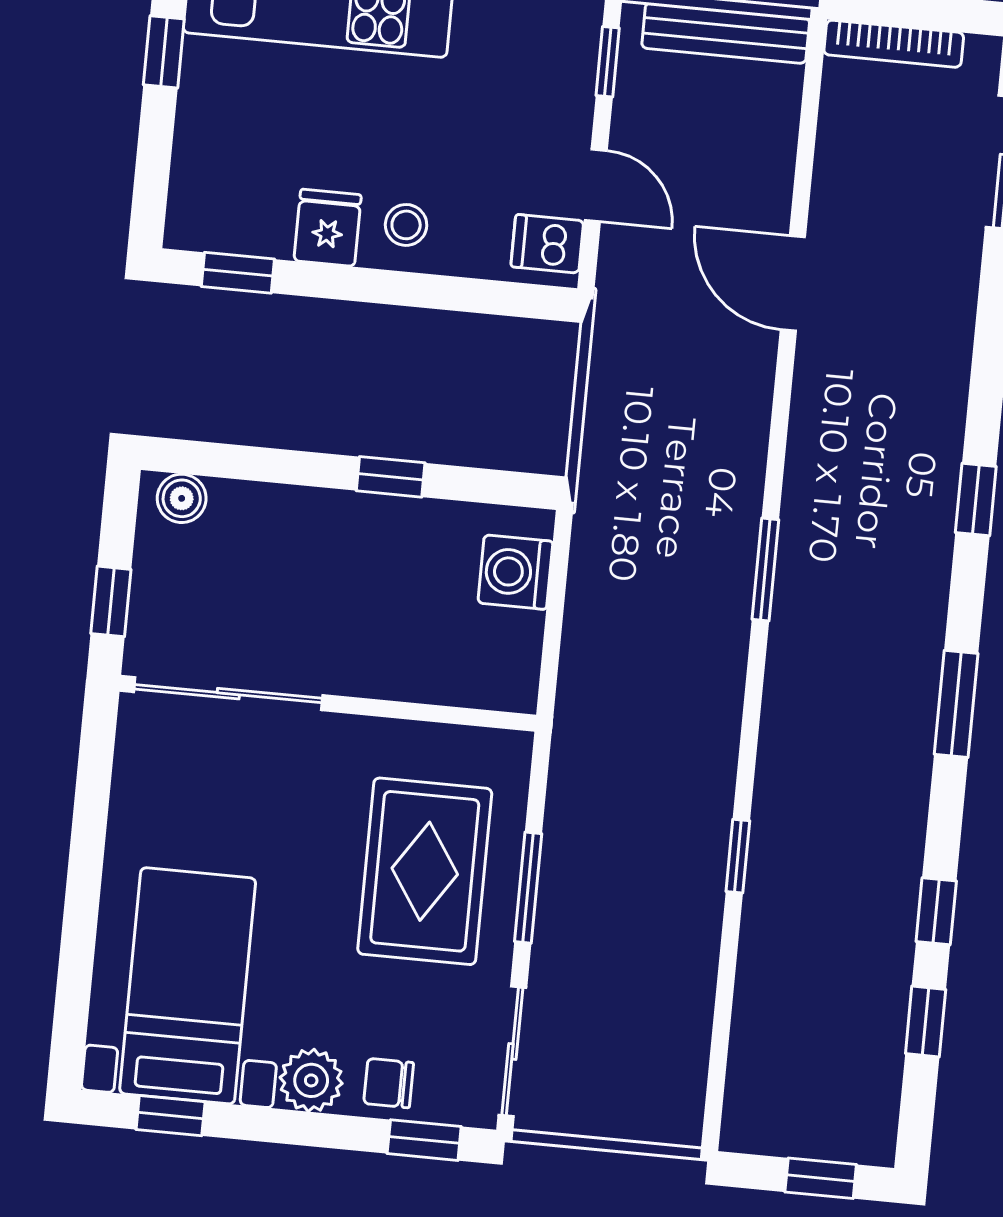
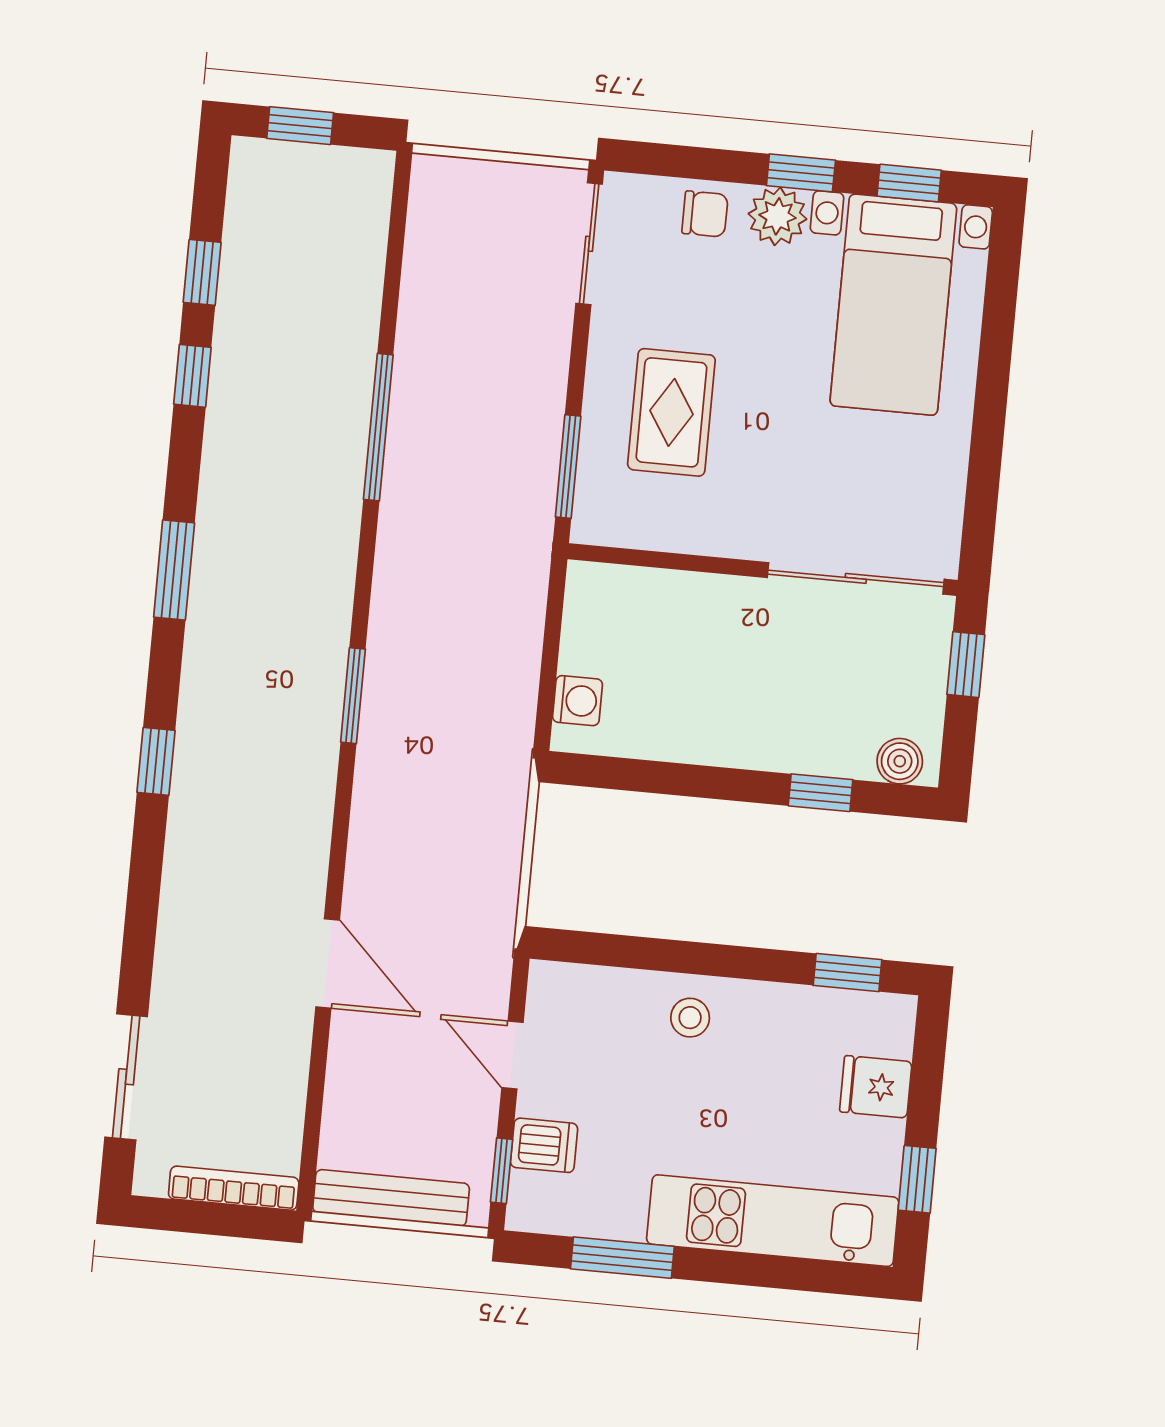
fridge: (328, 228) -> (876, 1087), moved, turned 90
dishwasher: (547, 244) -> (544, 1145), moved
window: (391, 477) -> (821, 793), moved
washing machine: (515, 572) -> (578, 701), width x0.73, depth x0.73
window: (738, 856) -> (378, 427), width x2.17
rug: (425, 871) -> (671, 412), width x0.73, depth x0.70
window: (528, 888) -> (568, 466), moved
window: (424, 1140) -> (801, 173), moved

